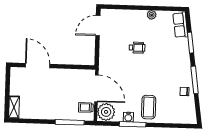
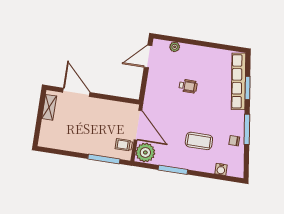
plant: (152, 15) -> (175, 47), moved
row of seats: (180, 25) -> (239, 81), width x2.02
shelving: (14, 107) -> (49, 107), moved
coffee table: (149, 107) -> (199, 141), moved, turned 90
water cooler: (128, 117) -> (221, 169), moved

